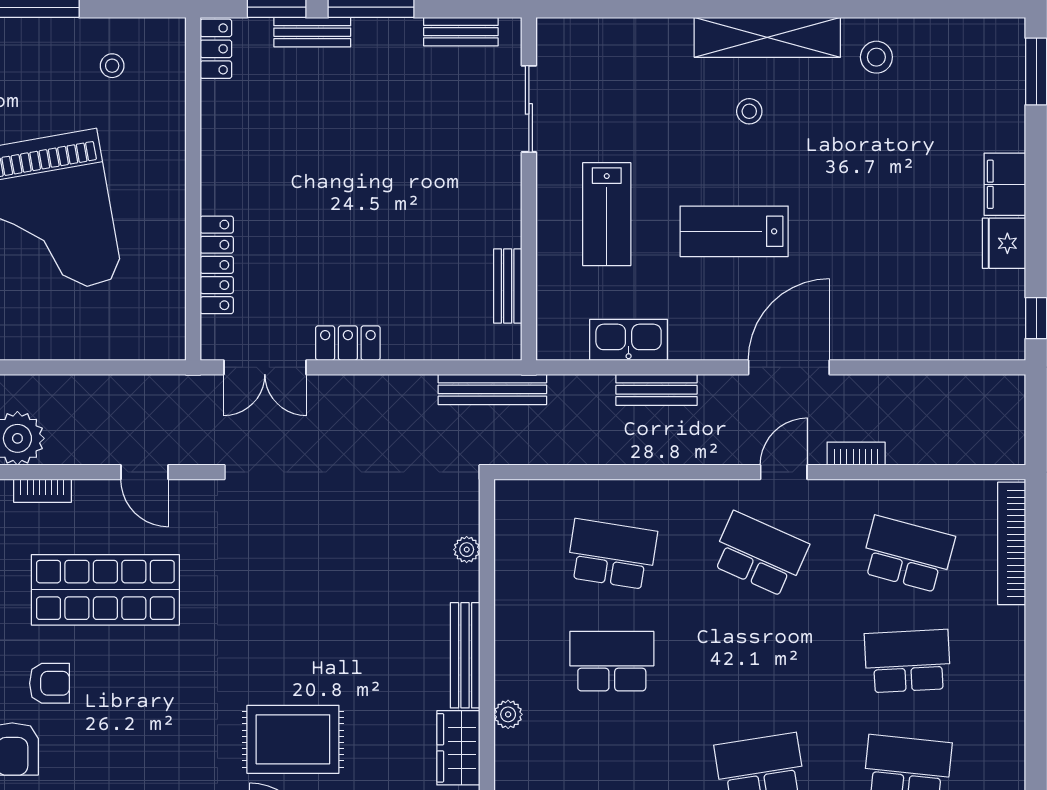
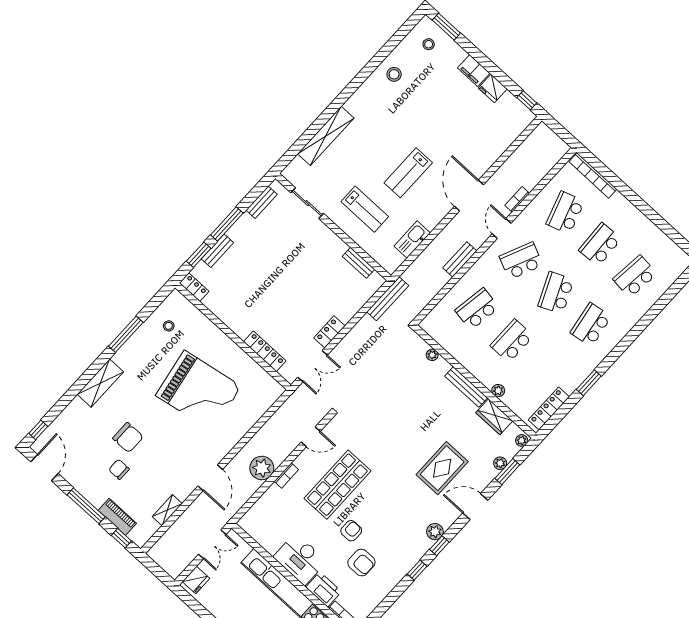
shelving: (767, 37) -> (326, 136), moved
stool: (749, 111) -> (429, 44), moved
bench: (657, 390) -> (460, 259), moved
school desk: (908, 554) -> (565, 213), turned -33
school desk: (760, 661) -> (556, 293), added

